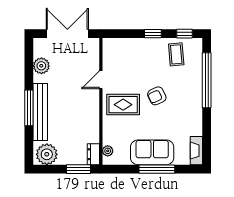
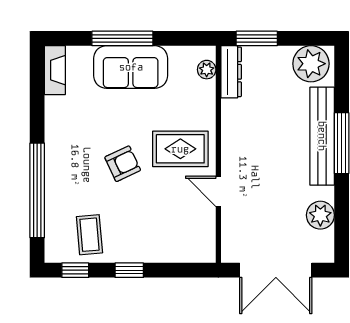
door: (101, 80) -> (218, 191), swing flipped
dresser: (93, 154) -> (231, 72), width x1.44

